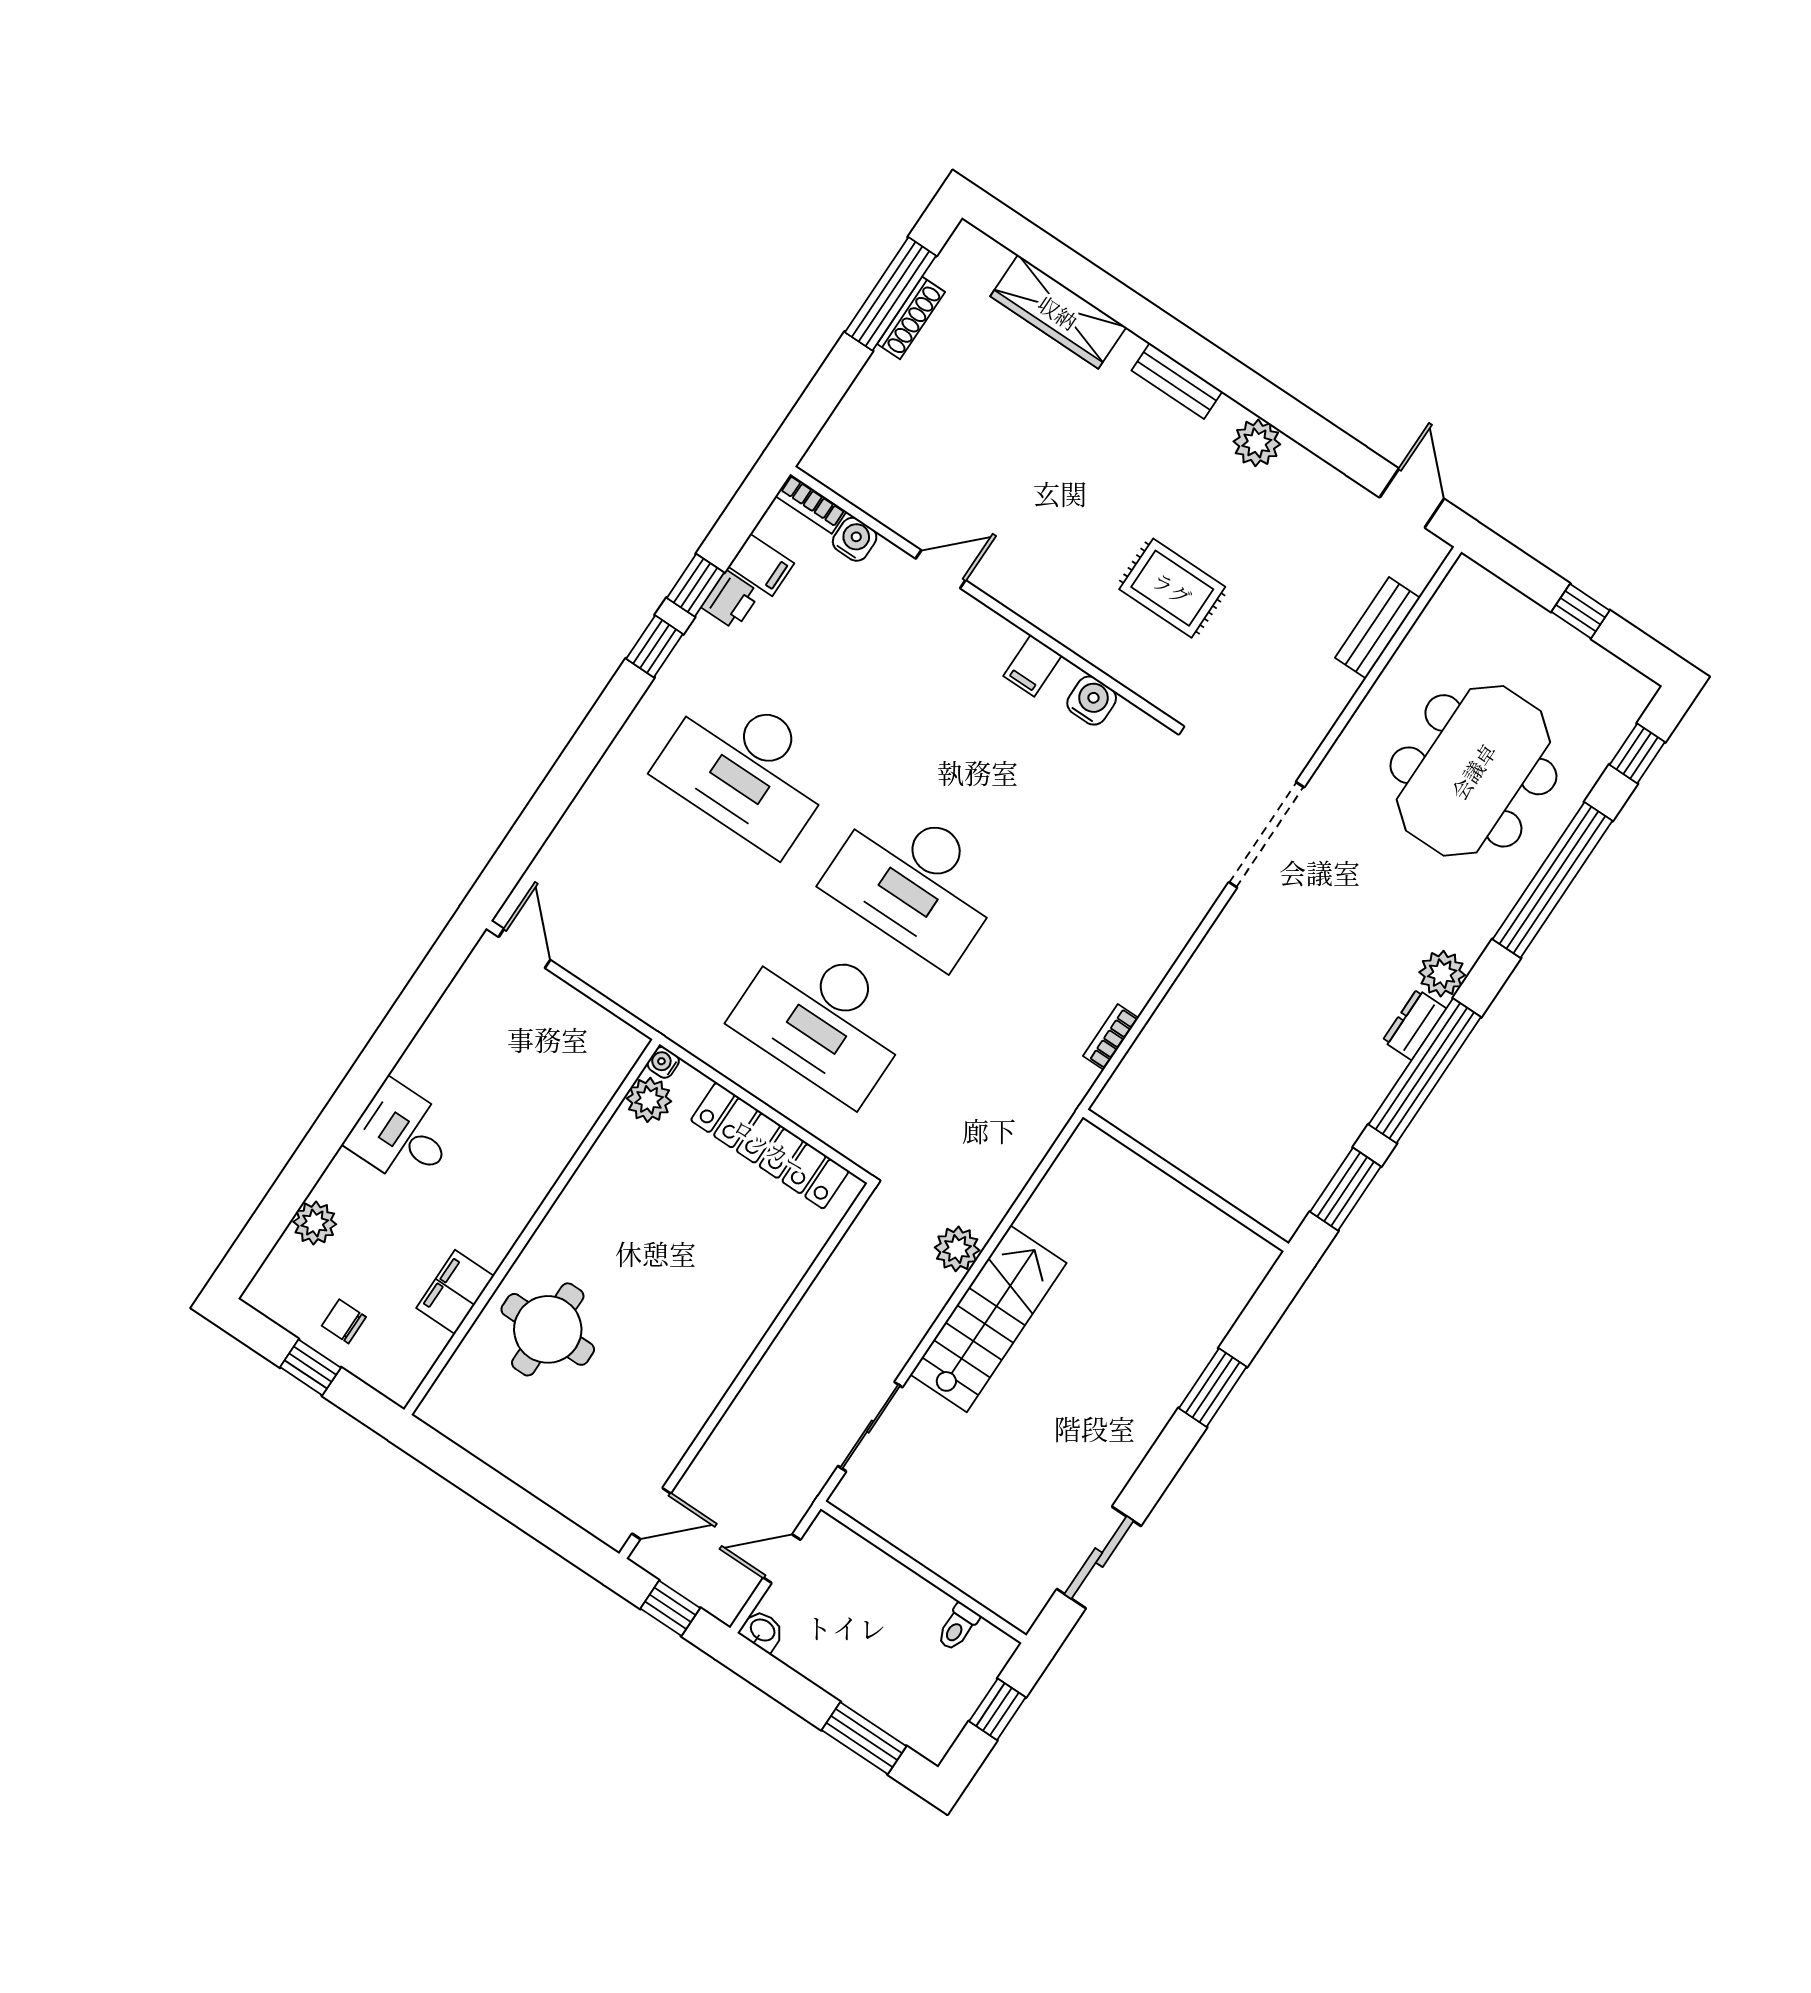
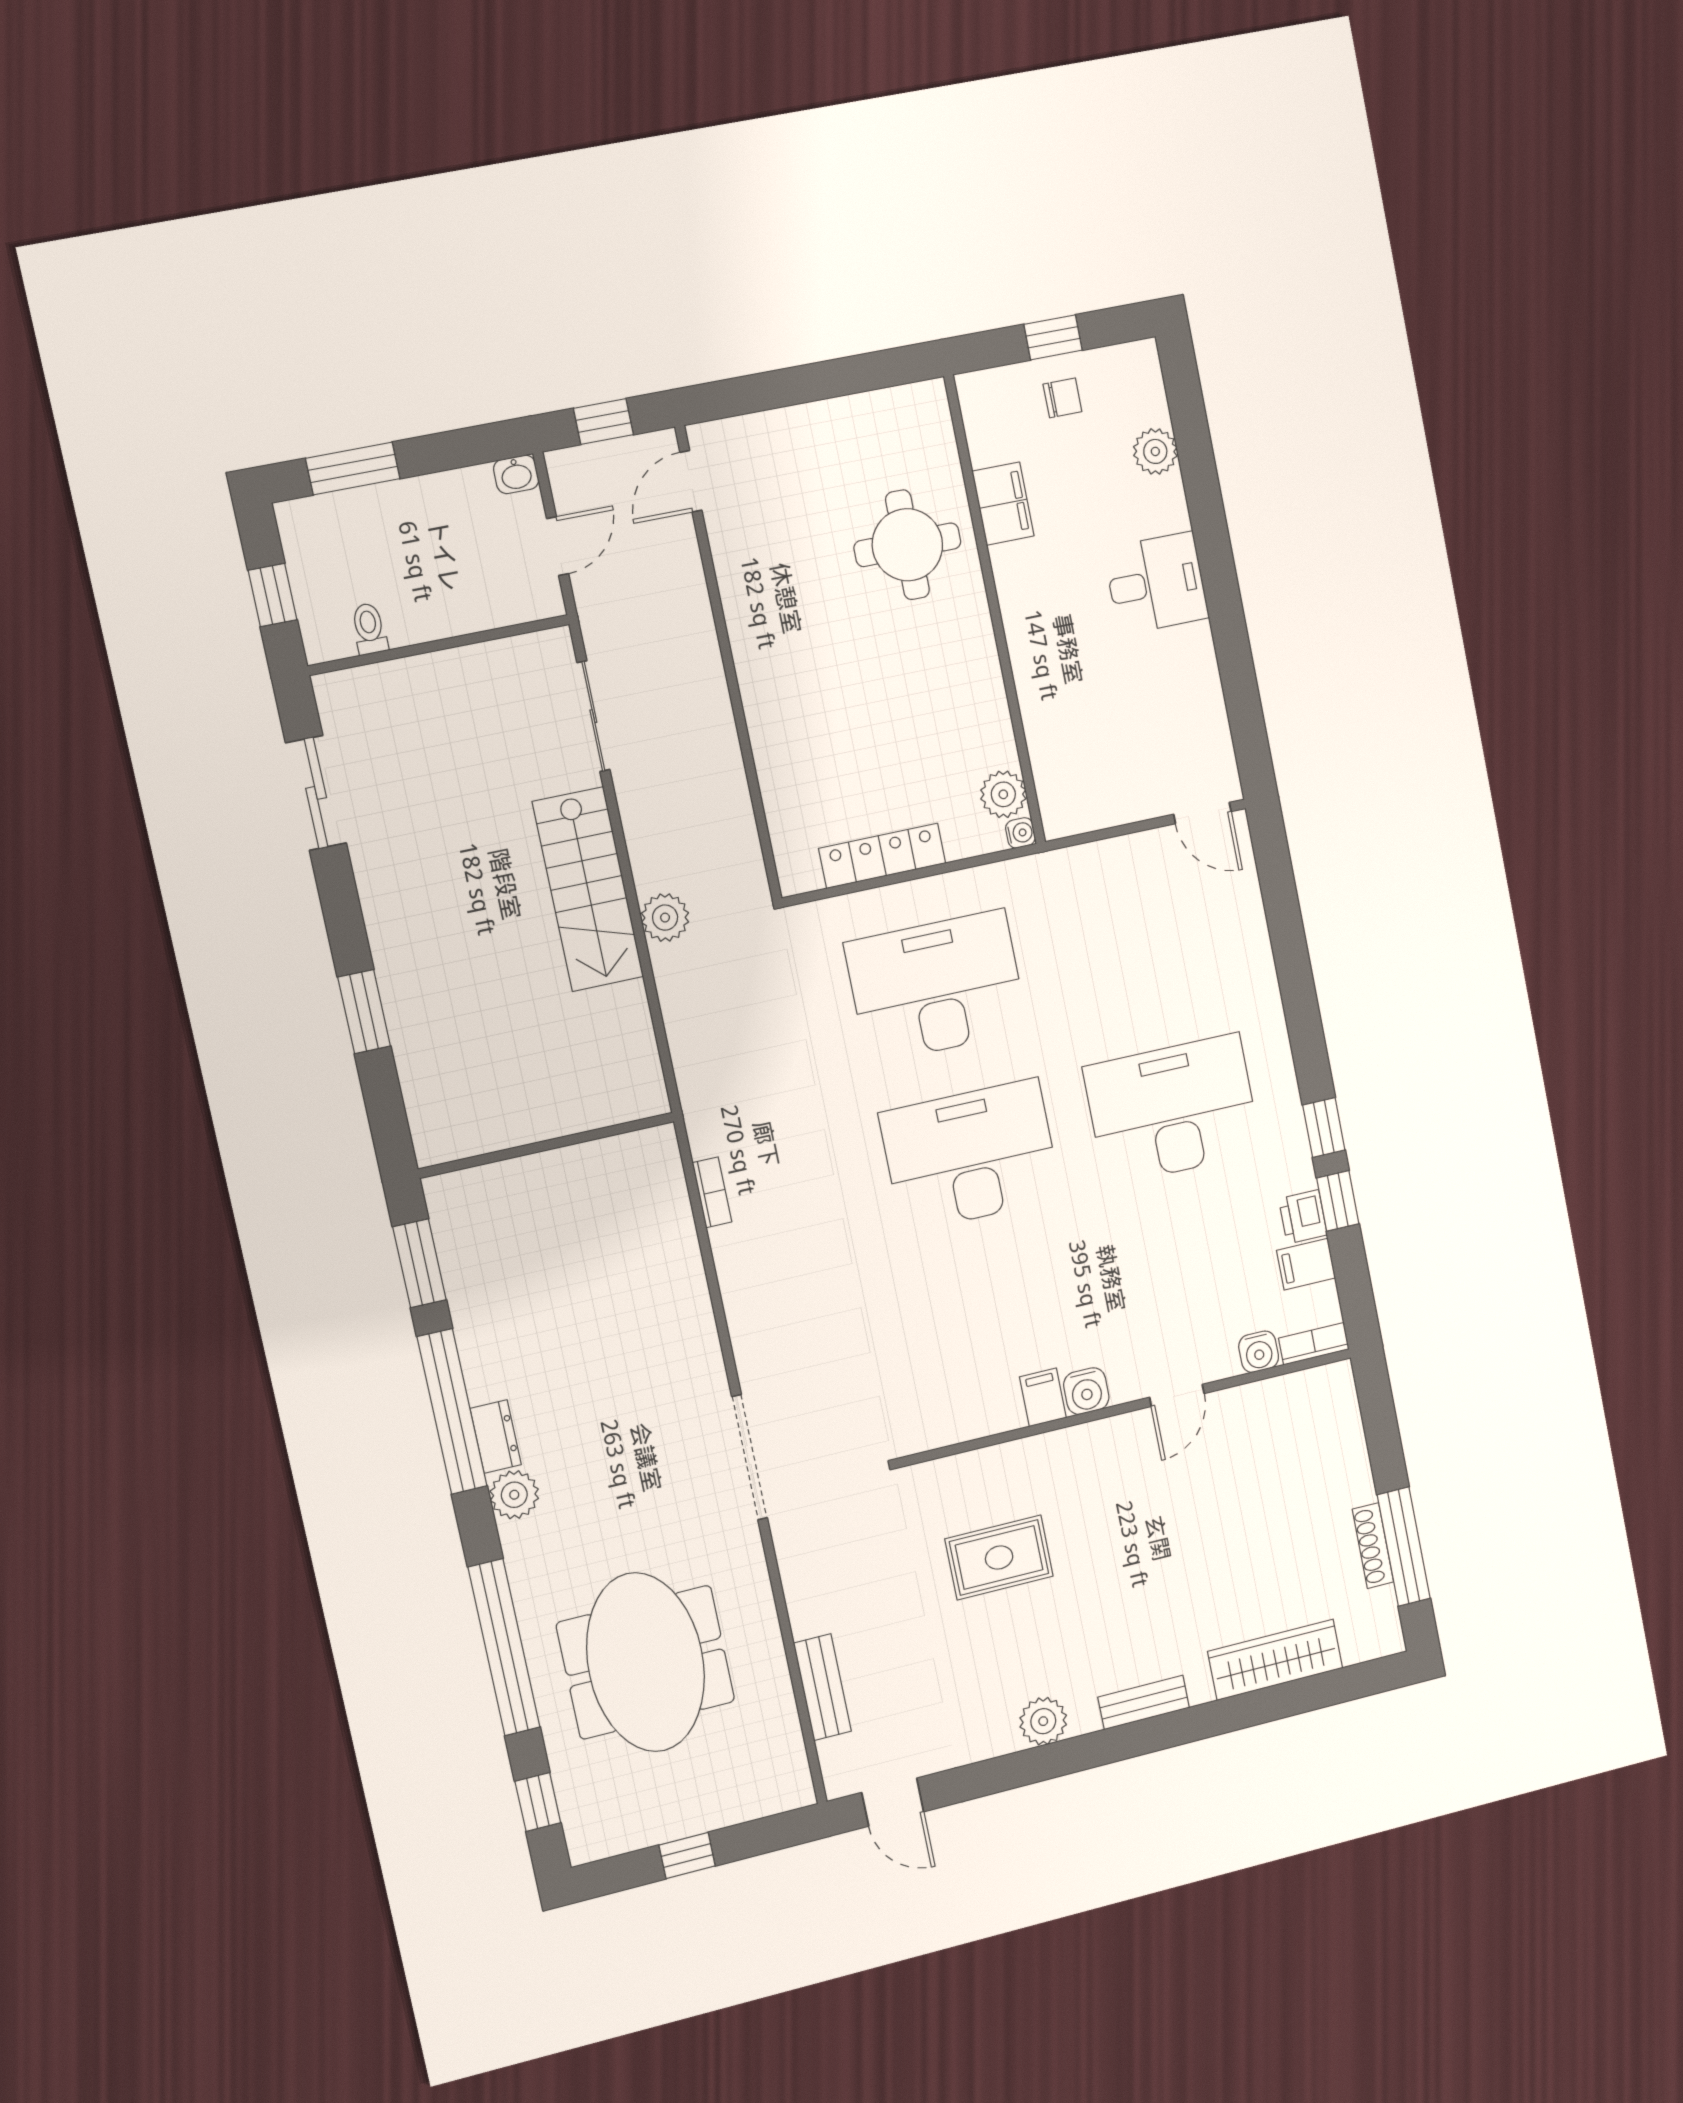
water cooler: (1092, 701) -> (1086, 1391), moved
locker: (770, 1146) -> (882, 856), width x0.71, depth x0.83

